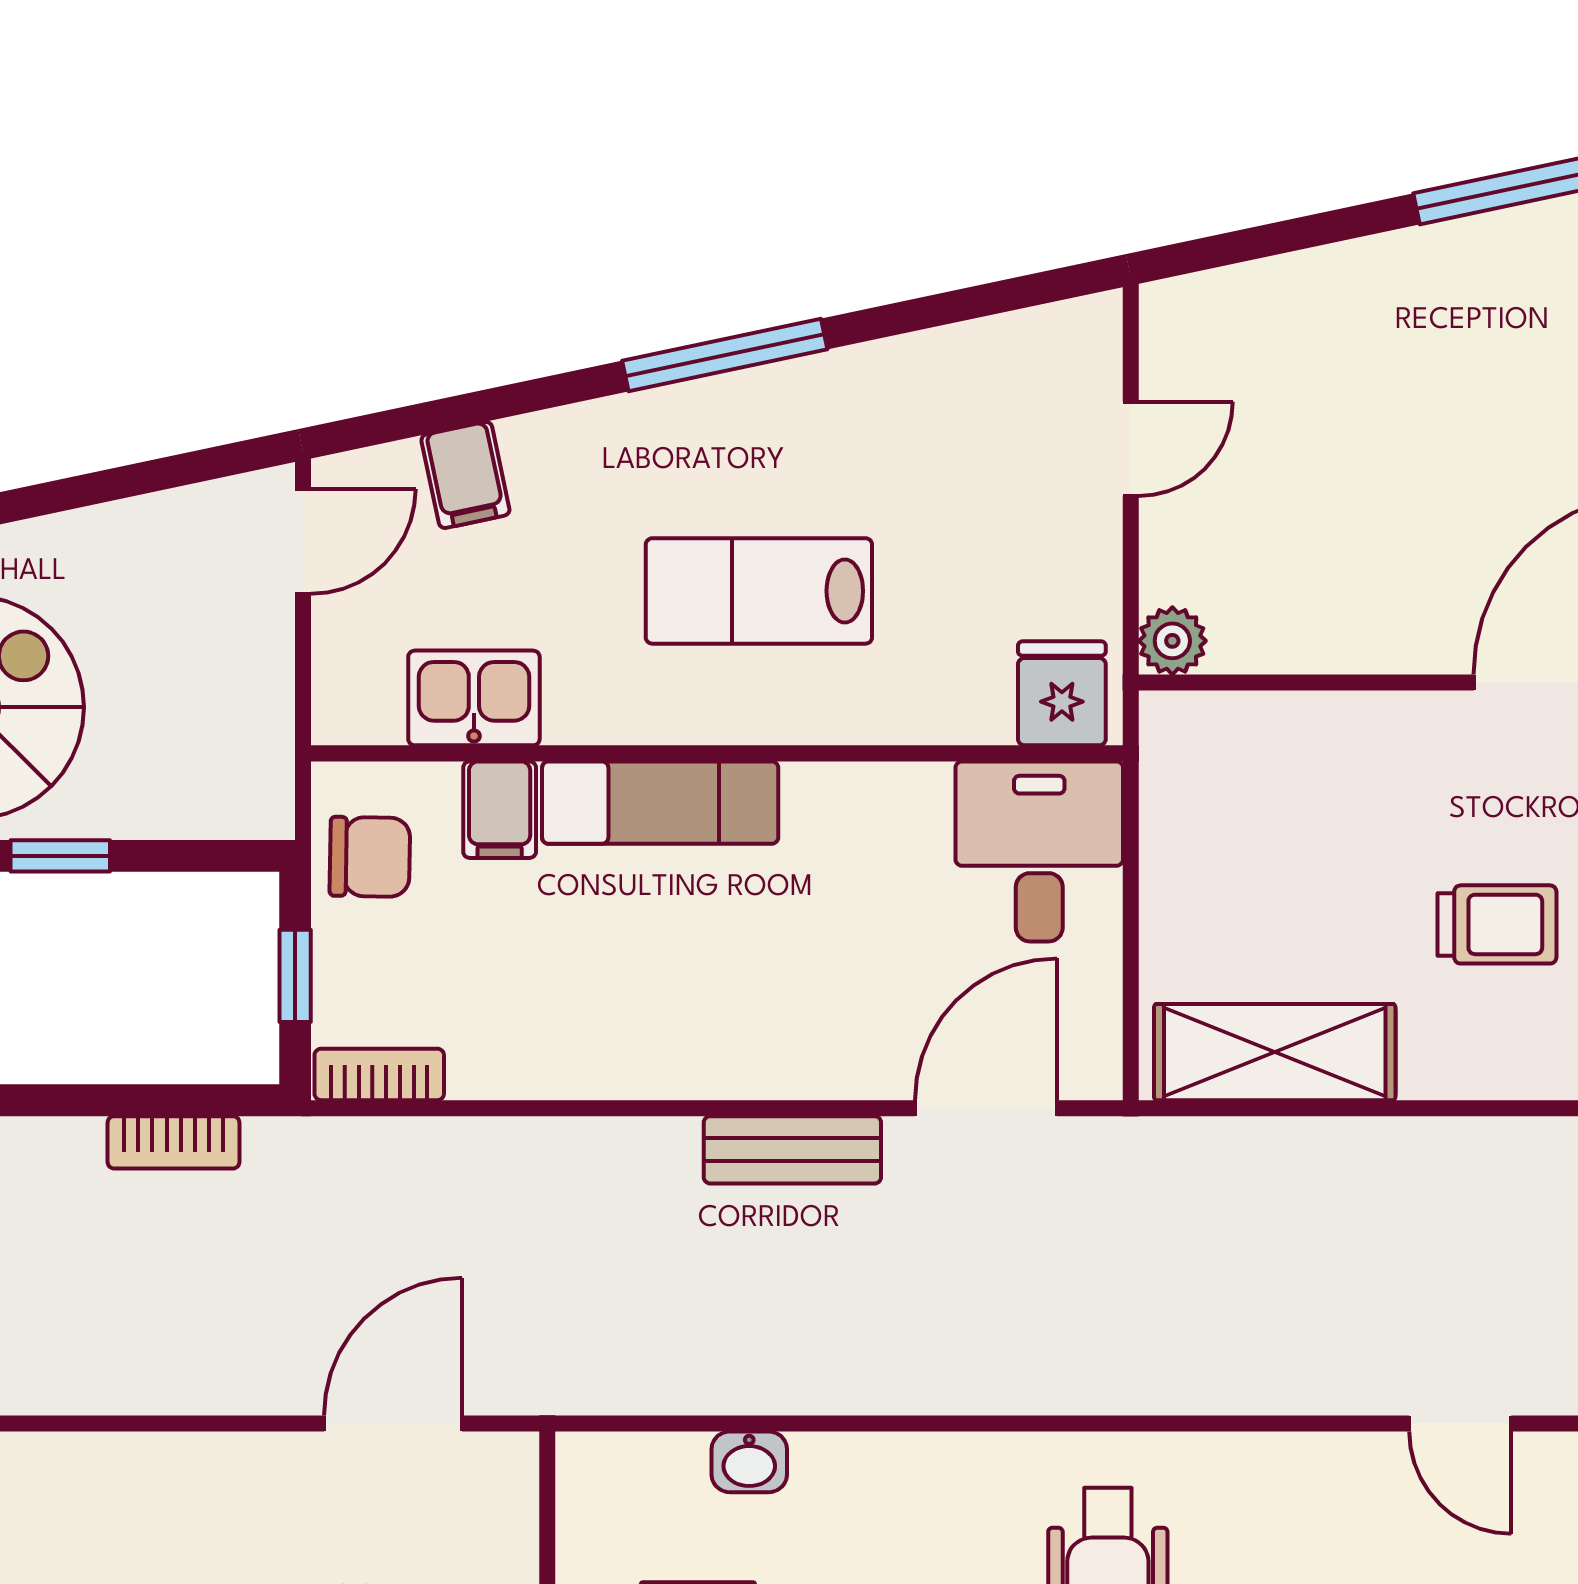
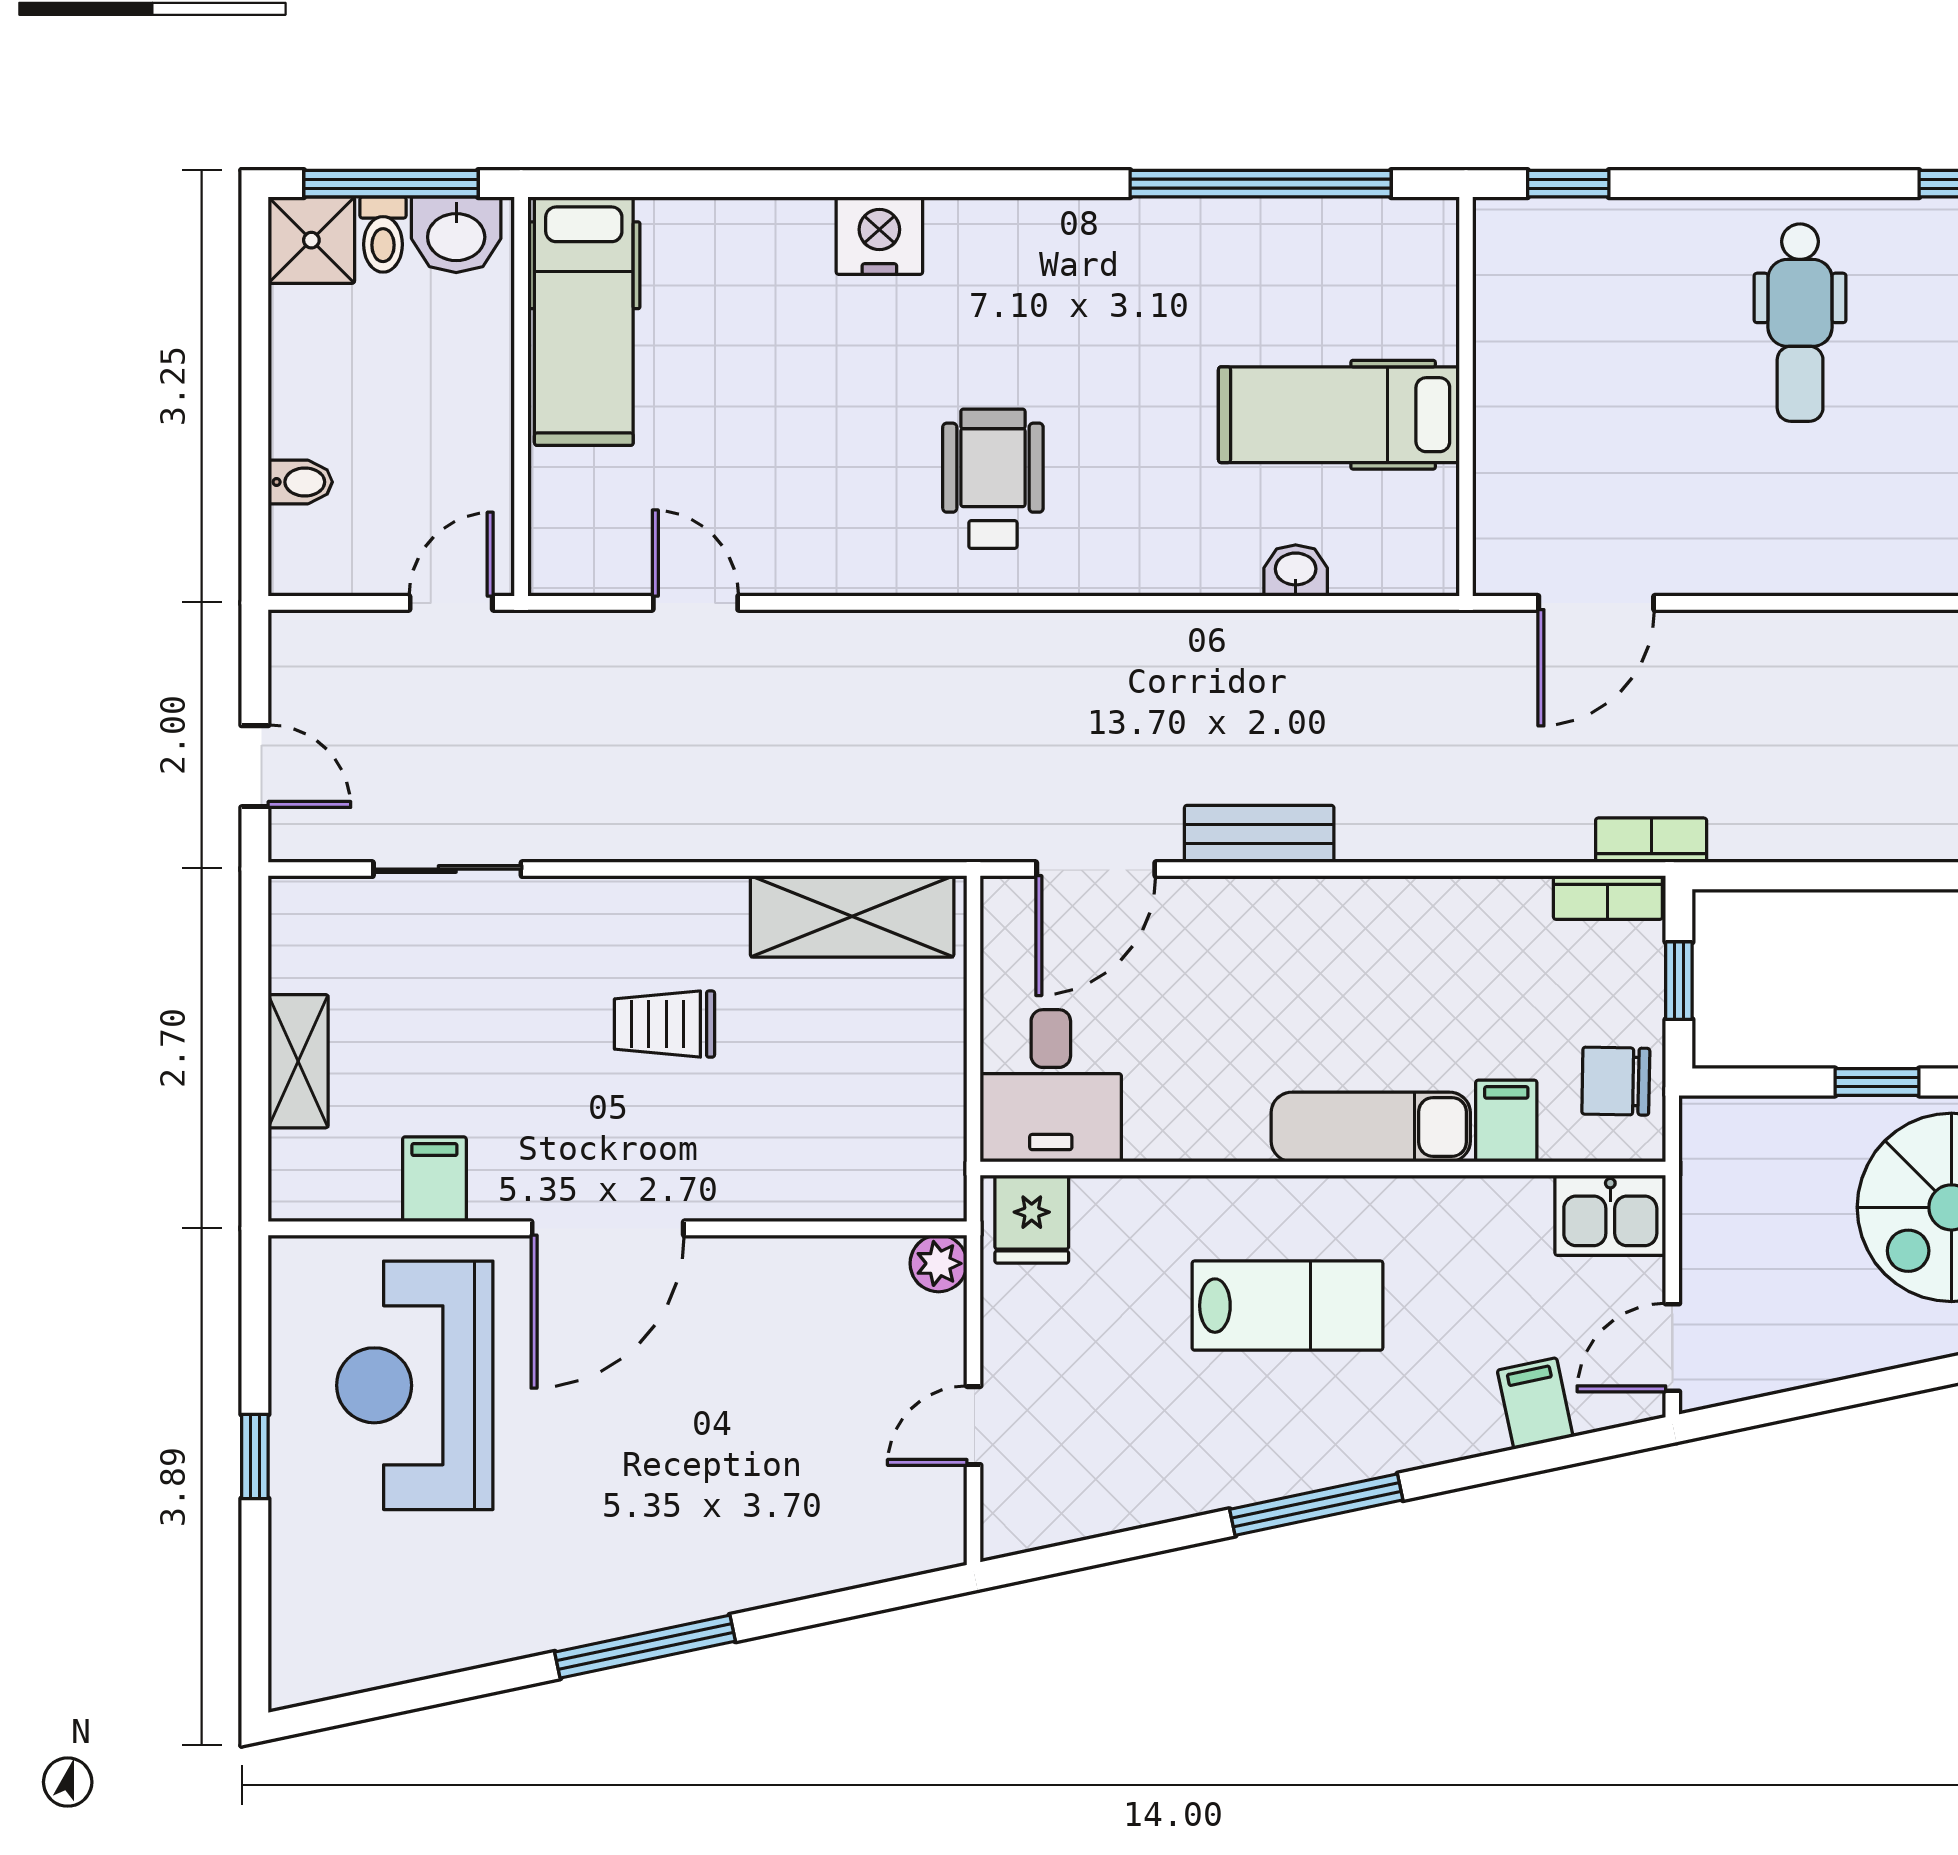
kitchen sink: (474, 698) -> (1610, 1215), moved
bookcase: (174, 1142) -> (1651, 840), moved

